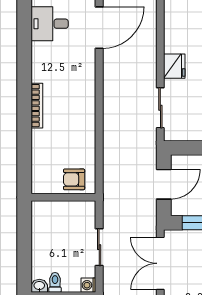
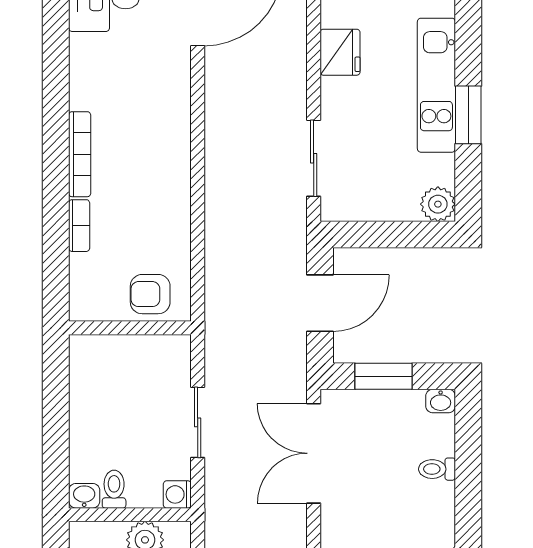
fridge: (174, 66) -> (340, 52), moved
bookcase: (37, 143) -> (79, 226), added

